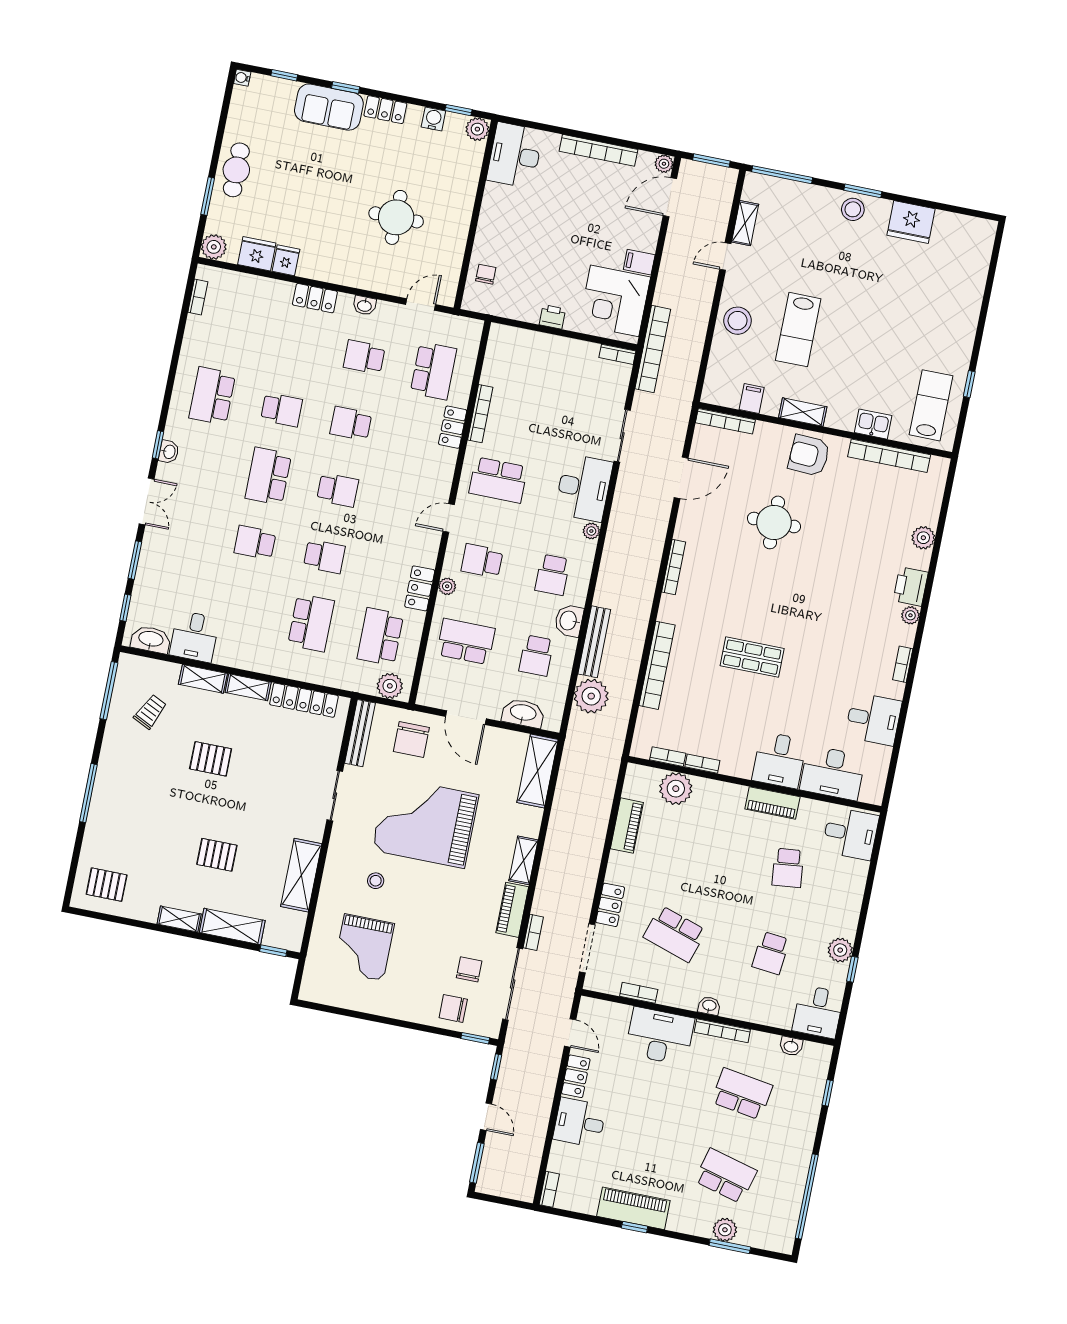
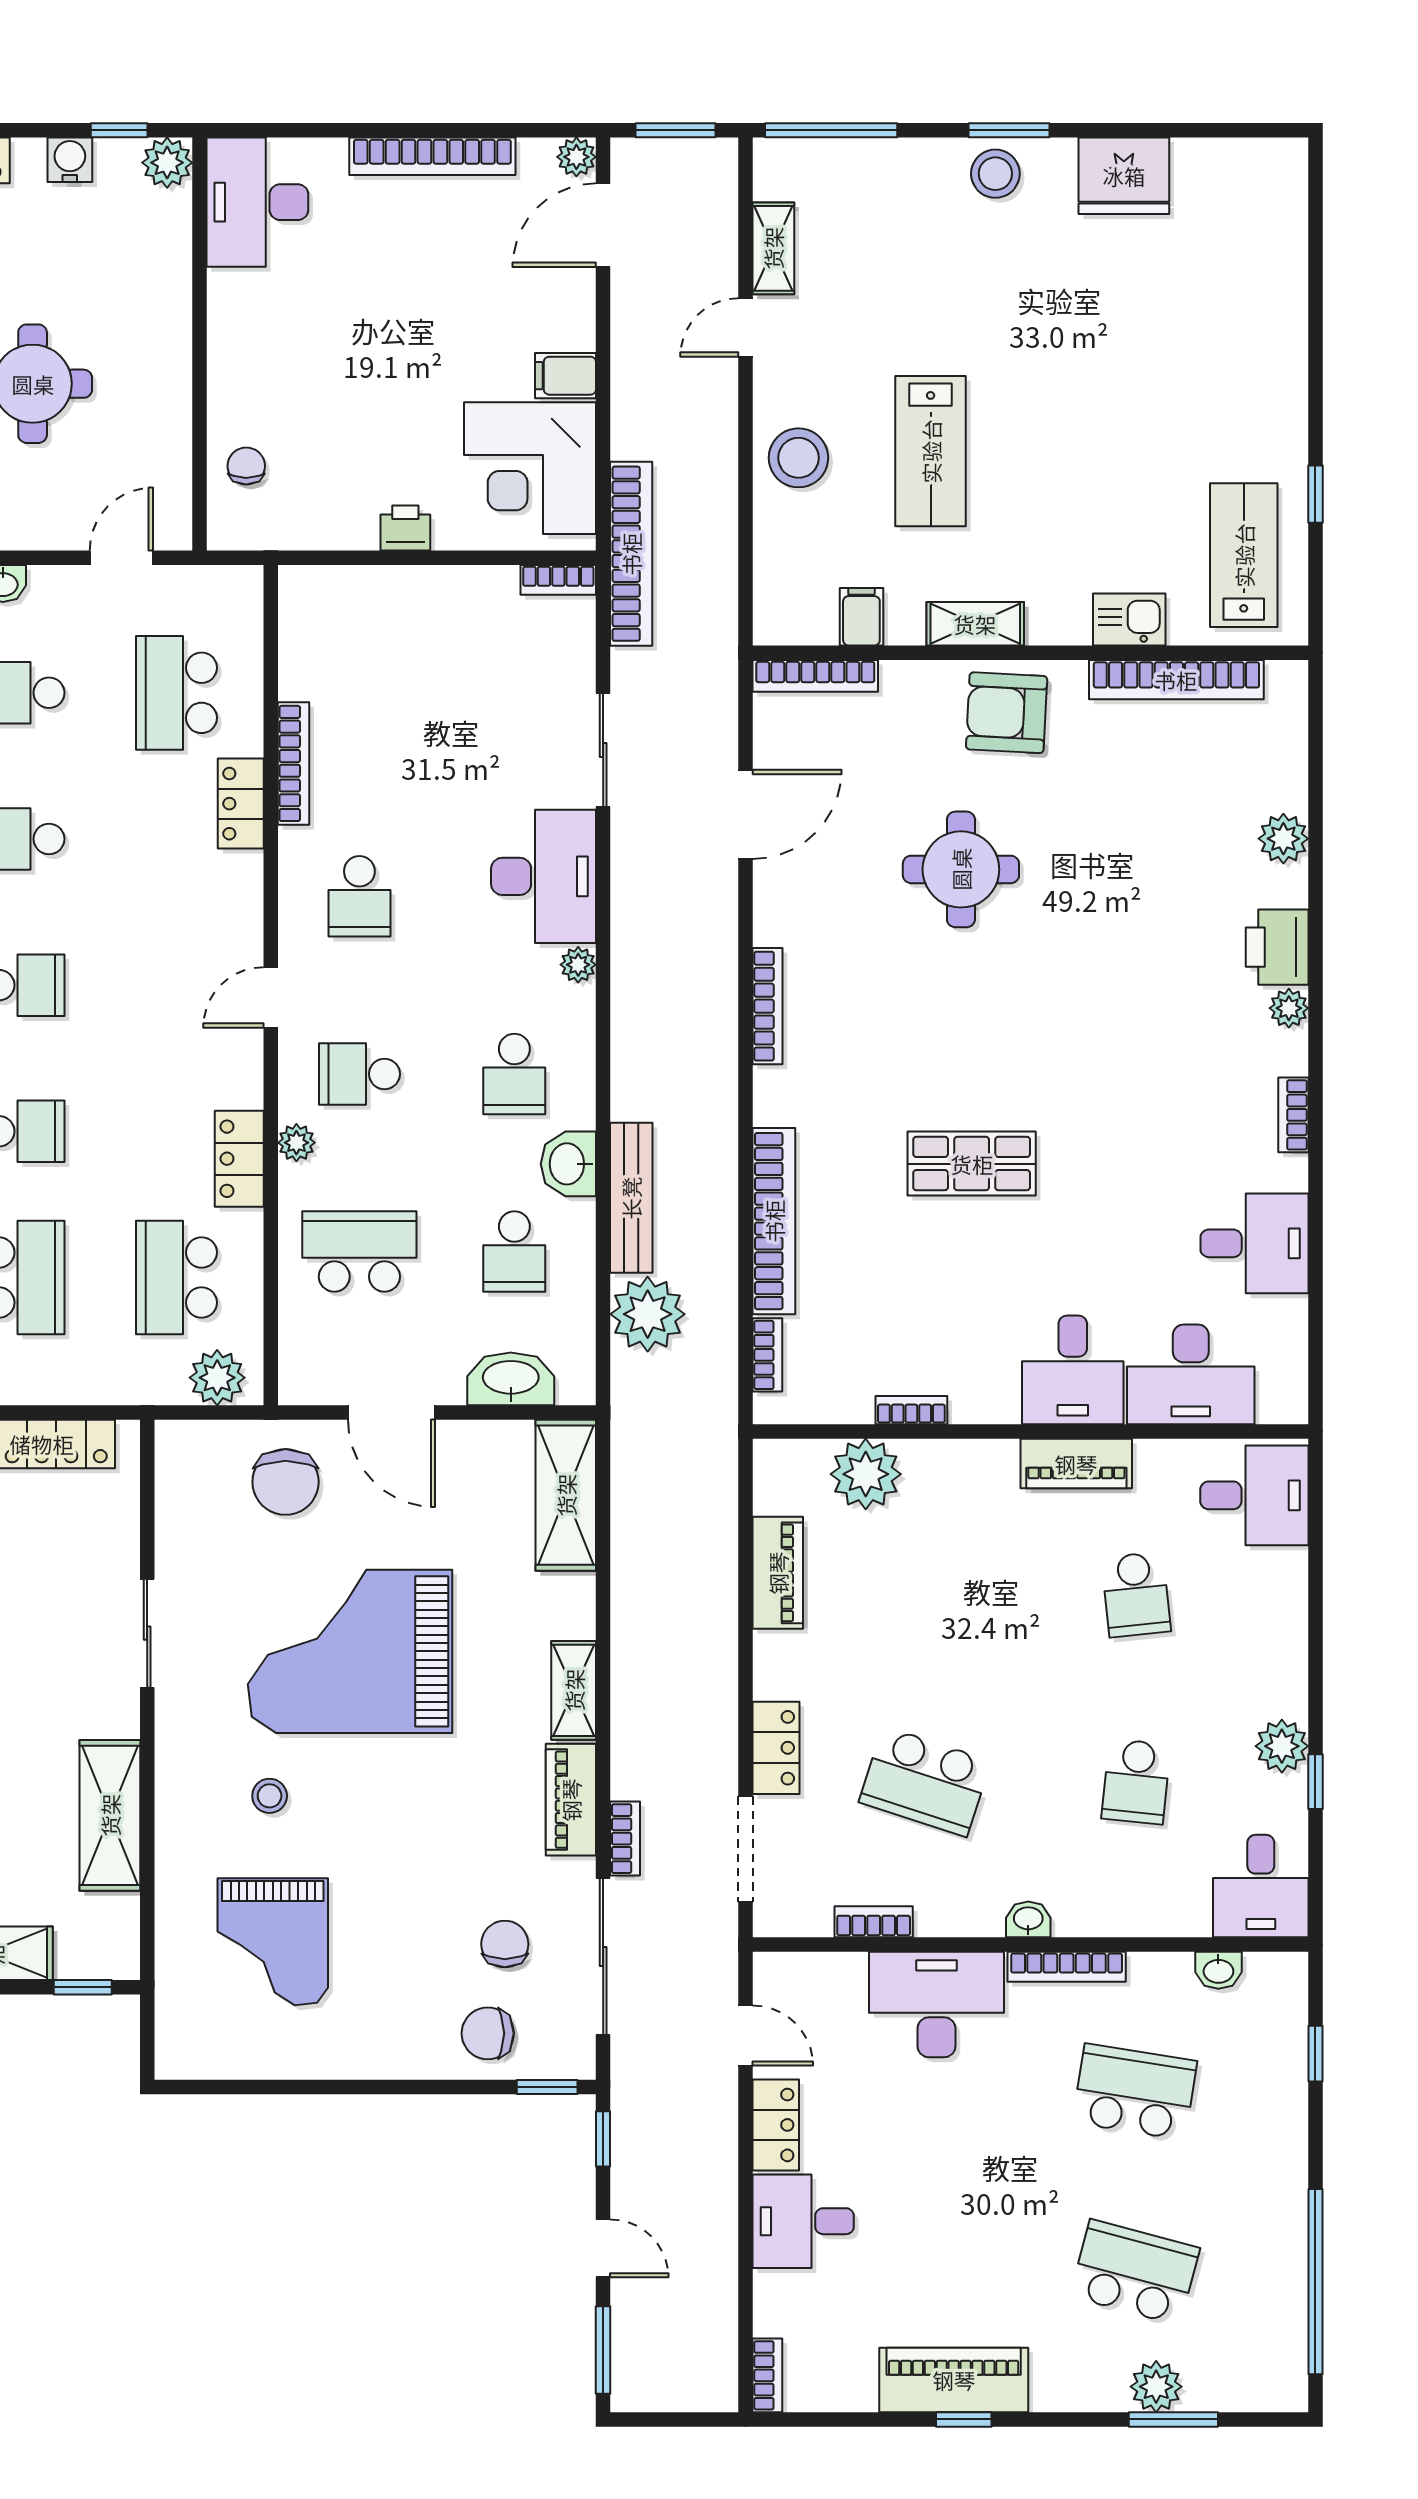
school desk: (433, 371) -> (176, 693), turned 180
school desk: (498, 480) -> (359, 896), width x0.54
bench: (360, 733) -> (174, 1490), removed
bookcase: (668, 757) -> (767, 1355), moved, turned 90

